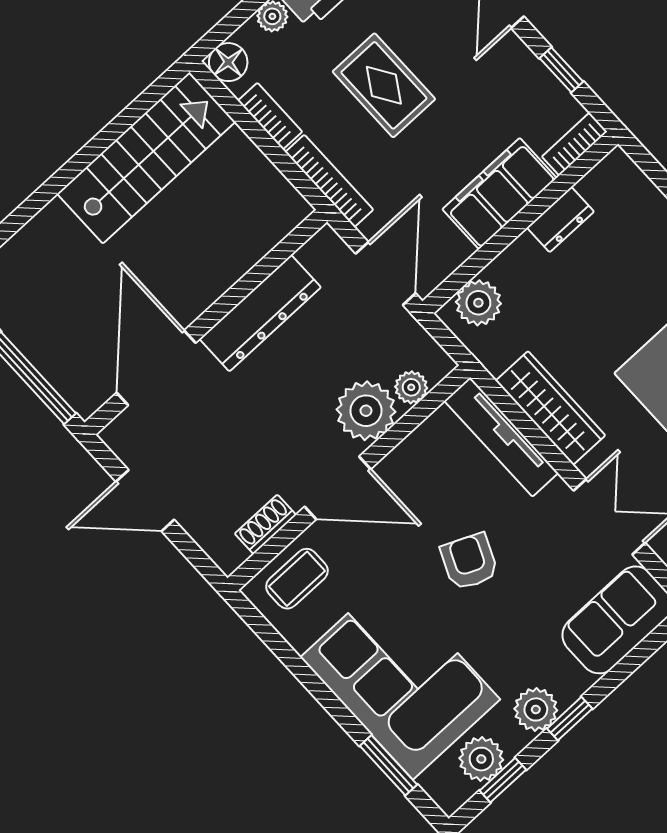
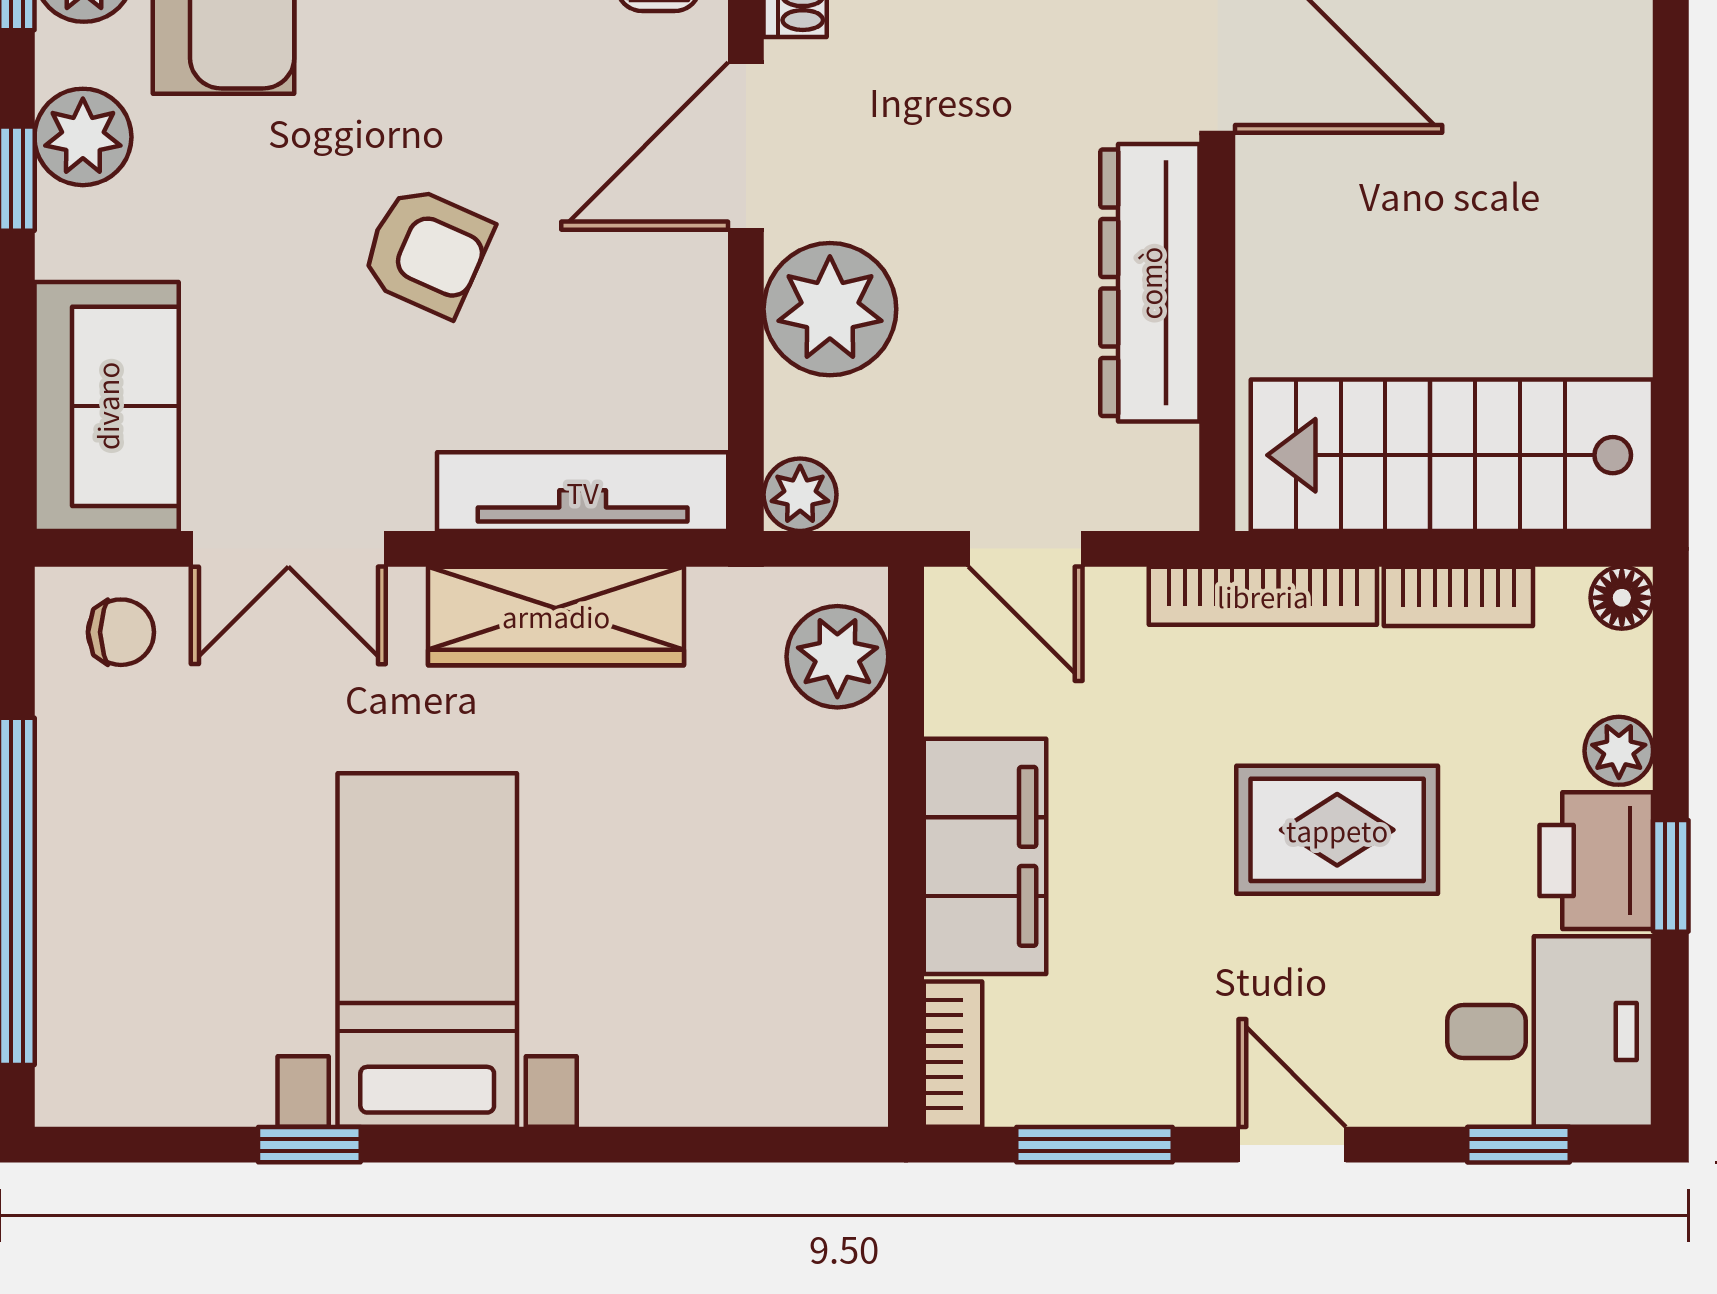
floor lamp: (228, 62) -> (1622, 598), width x0.73, depth x0.73
window: (561, 70) -> (1095, 1145), width x1.50
stairs: (146, 158) -> (1452, 455), moved, turned 90
dresser: (560, 220) -> (850, 917), removed
door: (386, 273) -> (1026, 549), width x0.73
plant: (411, 387) -> (800, 495), moved

